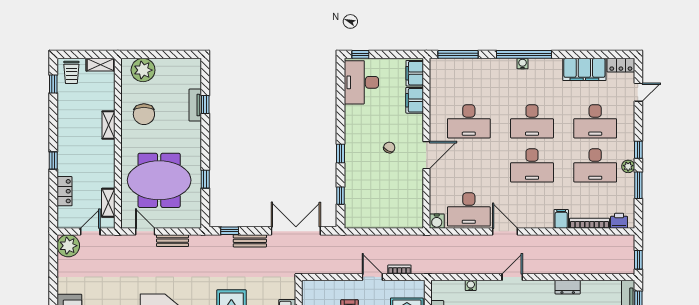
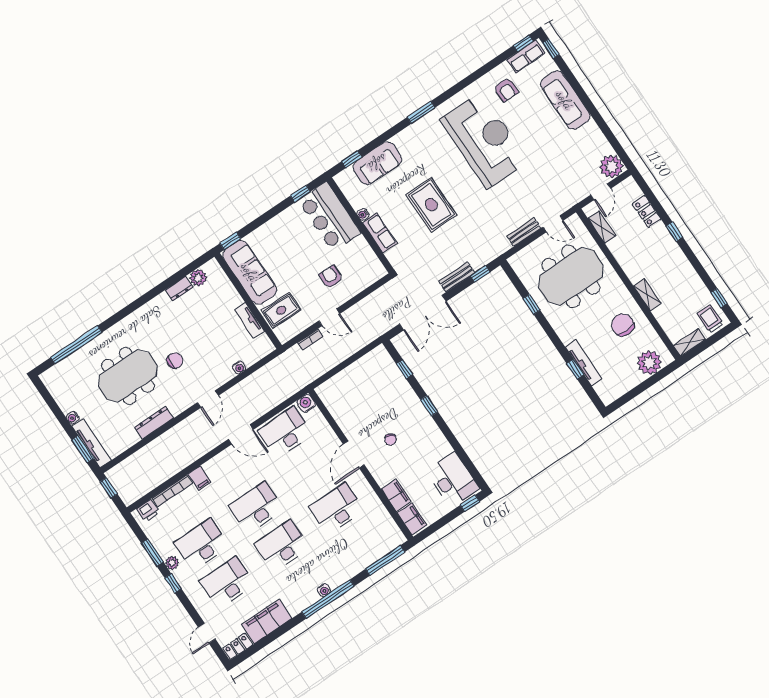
tv unit: (195, 105) -> (584, 363), width x1.41
dresser: (568, 287) -> (154, 423), width x1.44

